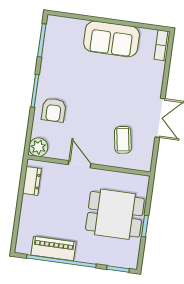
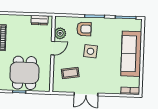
sofa: (112, 39) -> (131, 54), width x1.36
side table: (91, 103) -> (90, 51), added
armchair: (54, 110) -> (84, 29), turned 180
plant: (38, 147) -> (60, 33), moved

